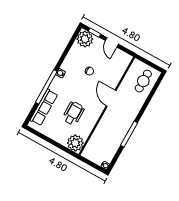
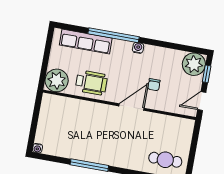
door: (111, 98) -> (132, 107), moved
wall: (107, 106) -> (119, 105), moved
plant: (75, 143) -> (57, 80), moved

